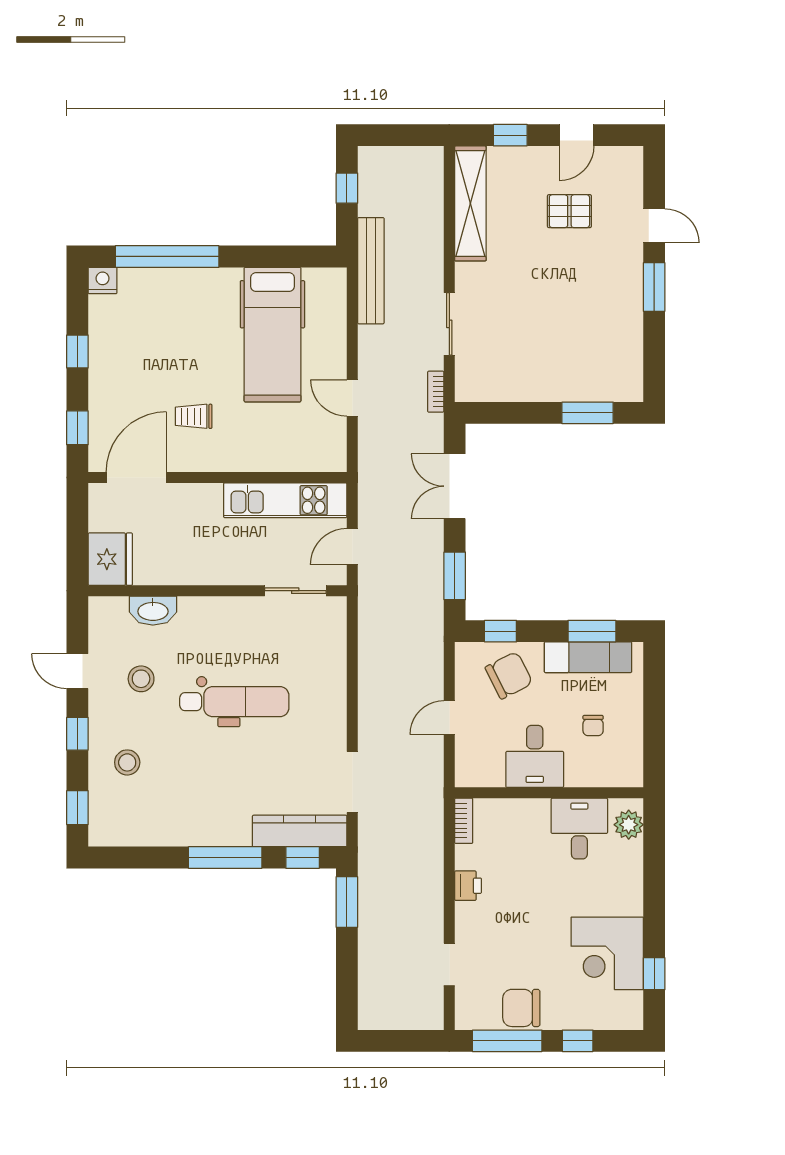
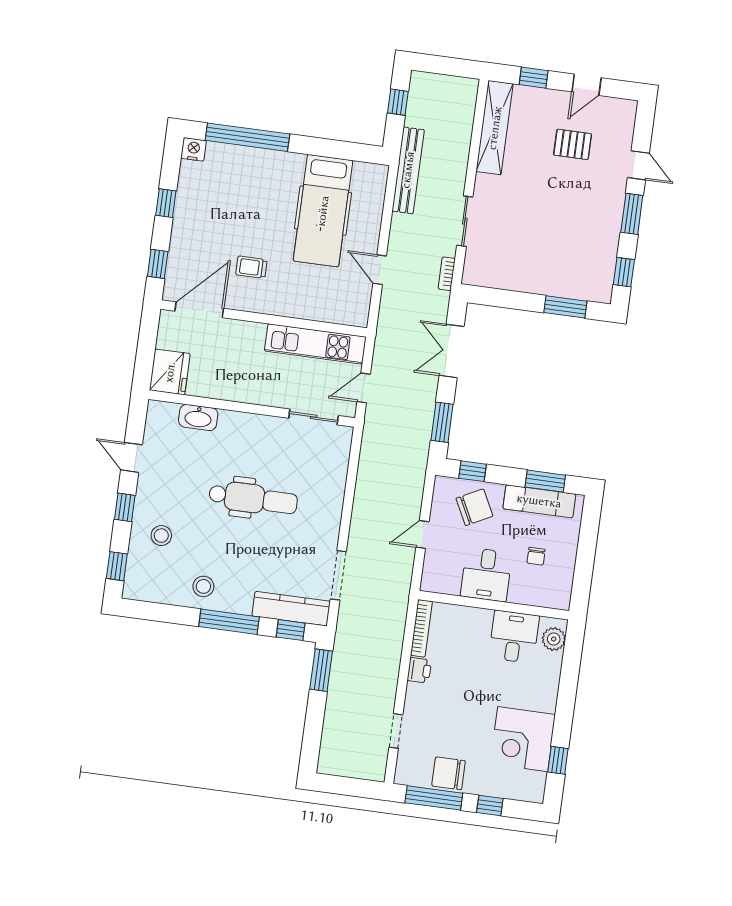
window: (654, 360) -> (624, 272), added
stool: (141, 679) -> (203, 586), moved
bookcase: (464, 821) -> (421, 628), width x1.56

